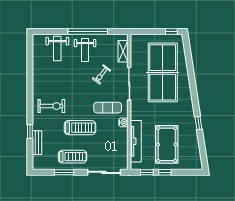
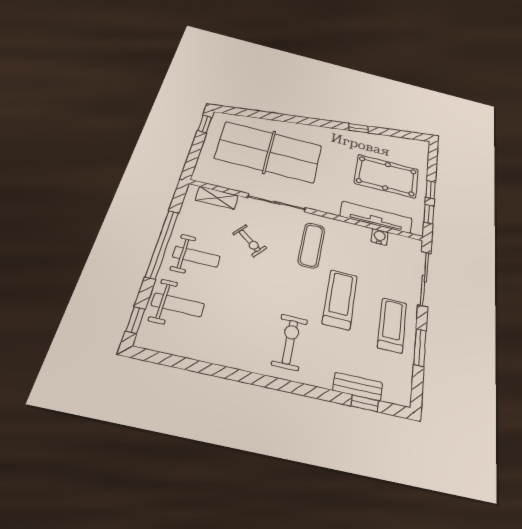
window: (45, 31) -> (135, 320), added
water cooler: (123, 122) -> (380, 237), moved
window: (30, 131) -> (365, 403), moved

